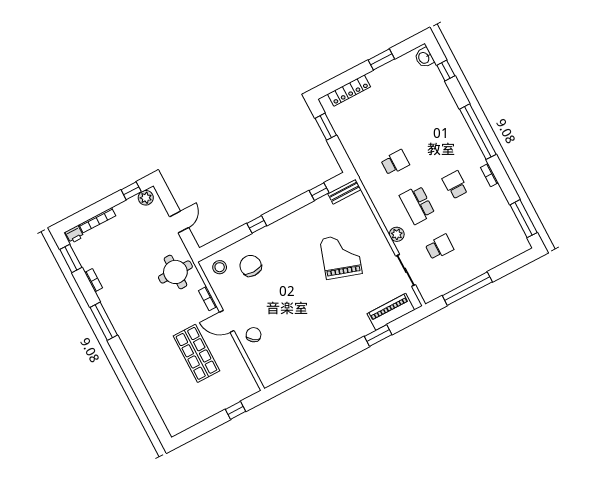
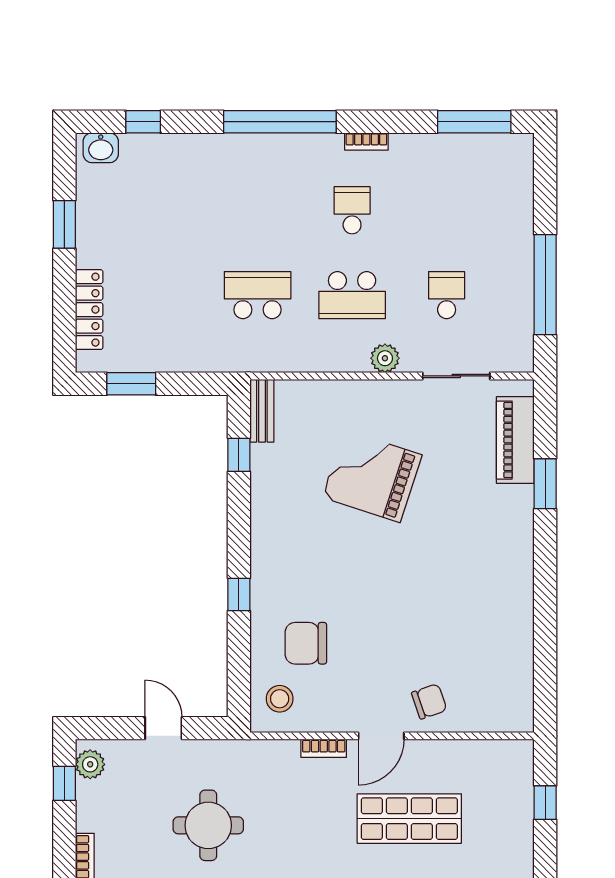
school desk: (395, 162) -> (258, 295), width x1.85
school desk: (455, 185) -> (352, 210), turned 90
round table: (175, 272) -> (208, 825), moved
chair: (254, 335) -> (429, 701), turned 125

